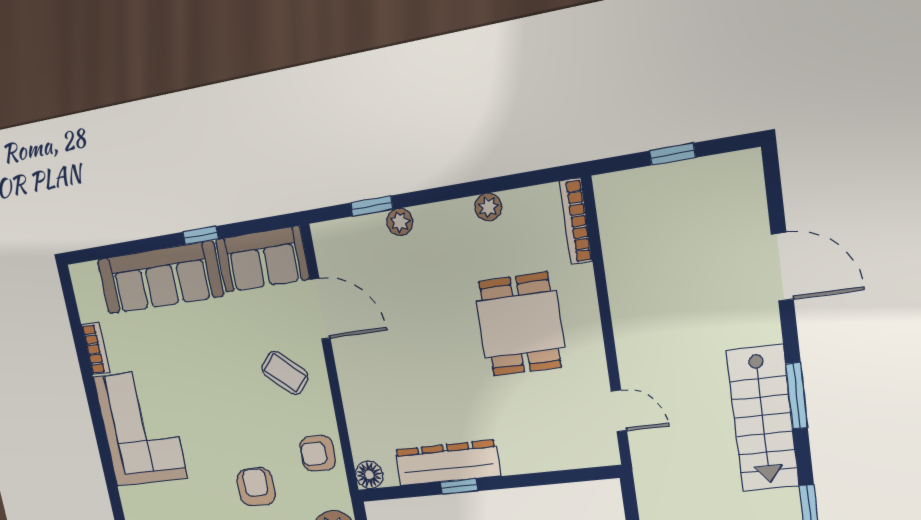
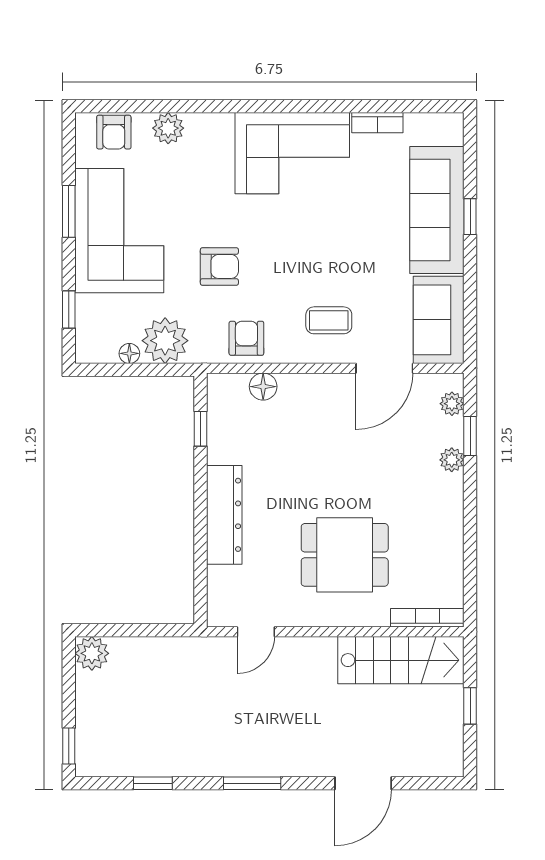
plant: (488, 207) -> (452, 404), moved
window: (201, 235) -> (470, 217), moved
coffee table: (285, 373) -> (329, 320), turned 49
stairs: (763, 418) -> (401, 660), moved, turned 180
dresser: (447, 463) -> (224, 515), moved
floor lamp: (369, 475) -> (263, 387), moved
window: (459, 486) -> (200, 429), moved

